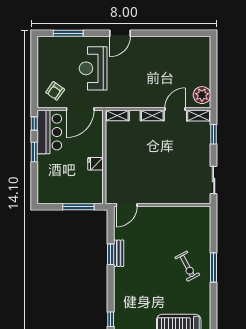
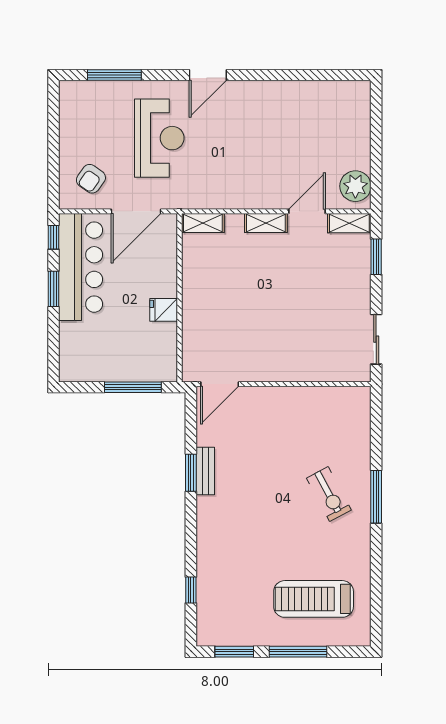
reception desk: (93, 68) -> (159, 138), turned 180
bar counter: (49, 132) -> (81, 267), width x1.36

